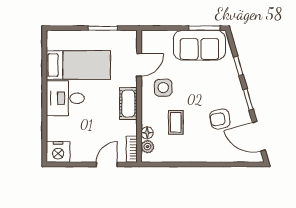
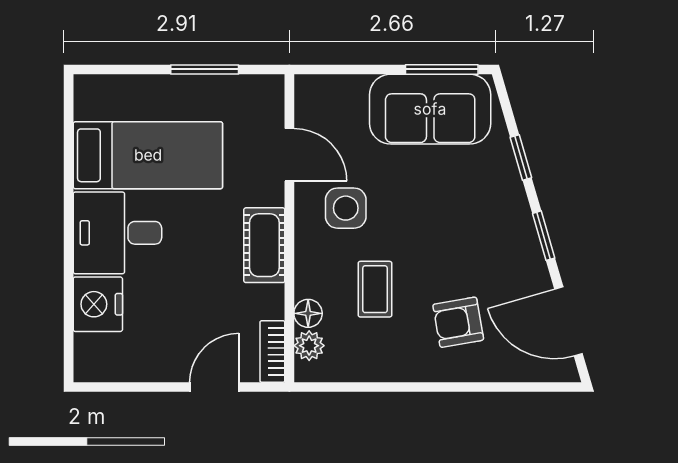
door: (139, 65) -> (289, 155), hinge flipped
armchair: (220, 119) -> (458, 322), moved
nightstand: (58, 152) -> (98, 304), moved, turned 90

